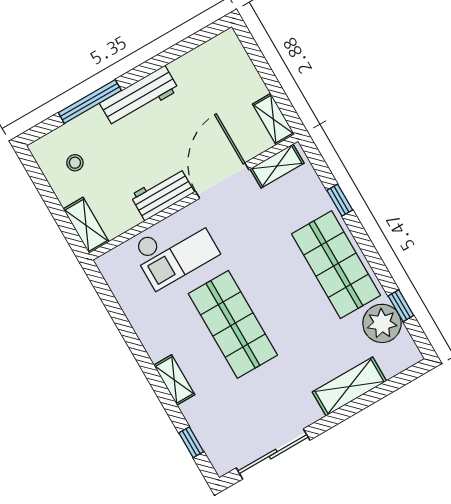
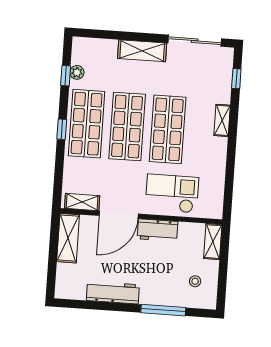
workbench: (139, 96) -> (113, 293), moved
shelving: (273, 119) -> (68, 238), width x1.50, depth x1.33
window: (340, 200) -> (62, 129), moved
shop shelf: (284, 295) -> (127, 127), added
plant: (382, 323) -> (77, 72), width x0.53, depth x0.53
shelving: (349, 387) -> (142, 51), moved

